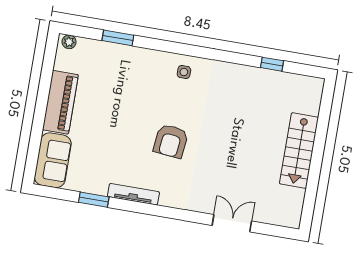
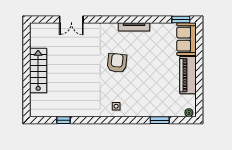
window: (94, 200) -> (181, 19), moved

